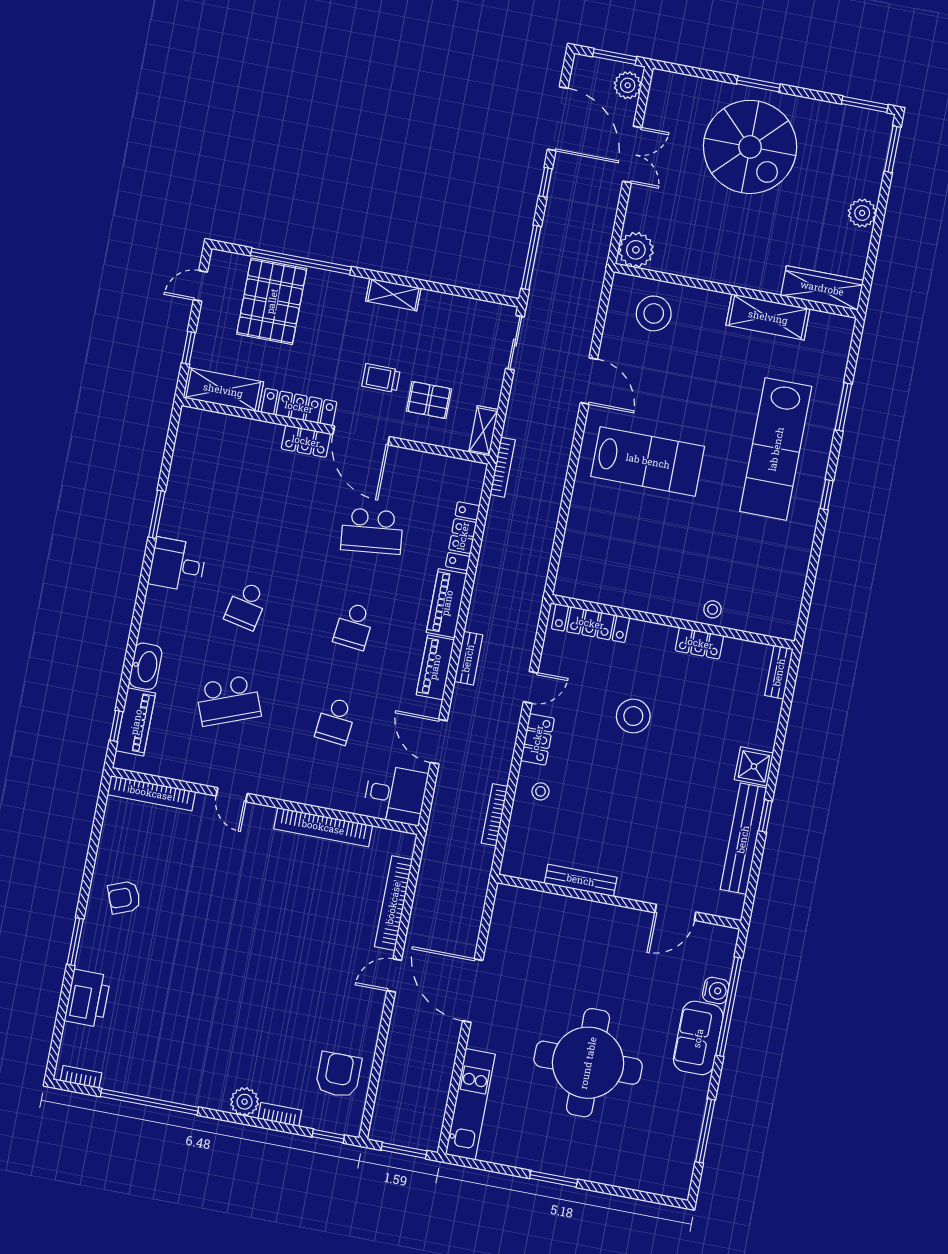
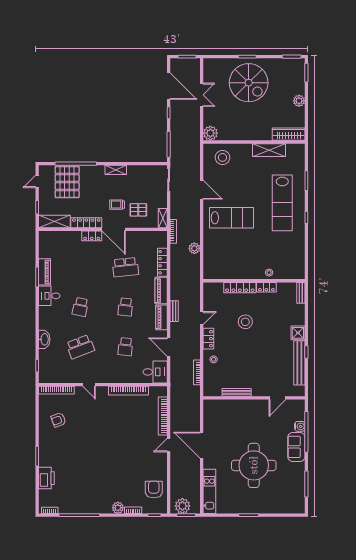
plant: (628, 85) -> (194, 248), moved
locker: (590, 623) -> (240, 288), moved
piano: (136, 722) -> (45, 272), moved
armchair: (124, 897) -> (58, 420), moved
plant: (400, 1127) -> (182, 506), added

